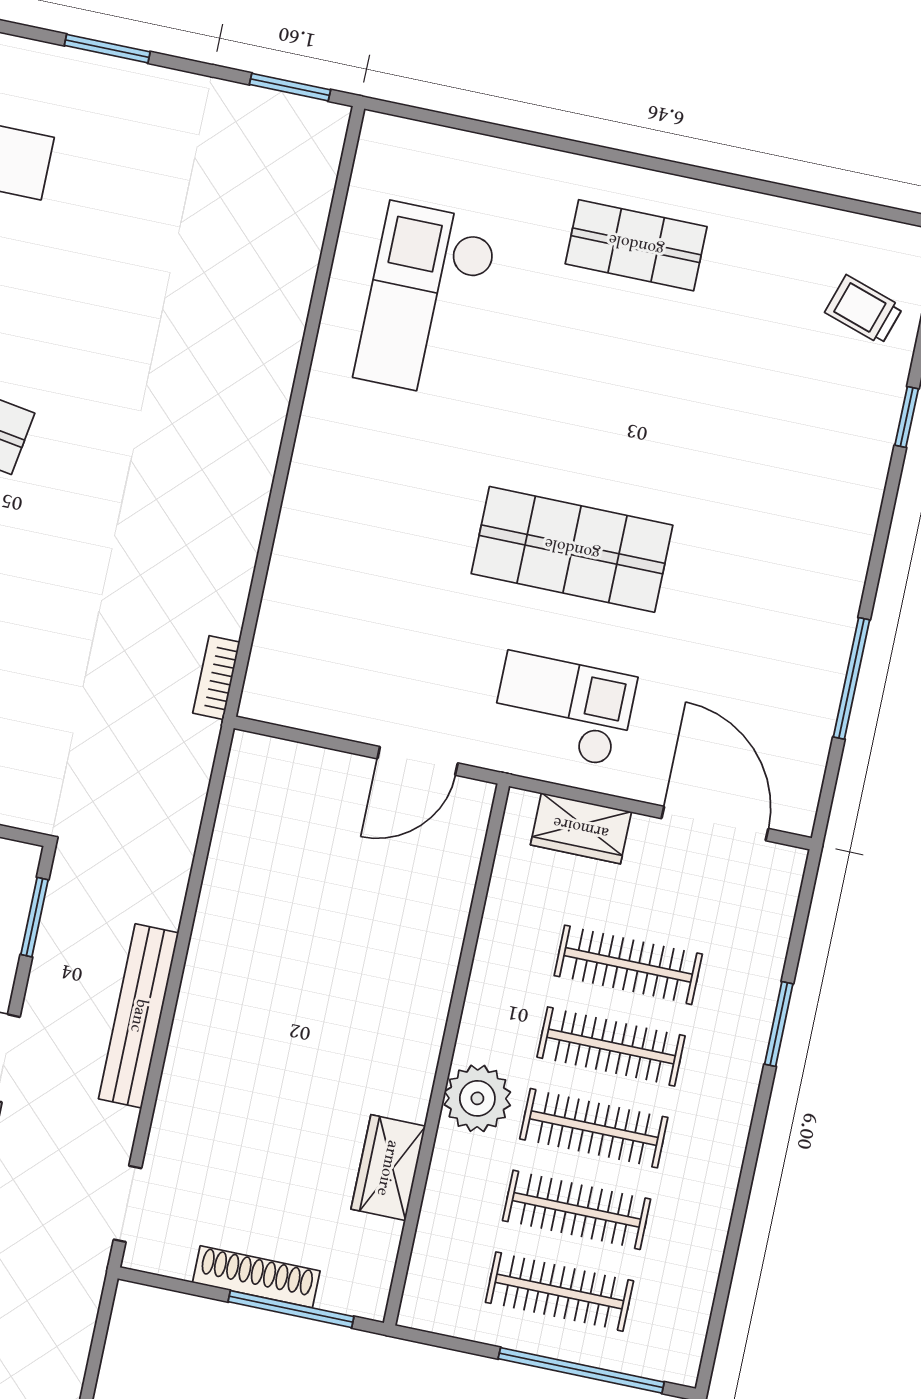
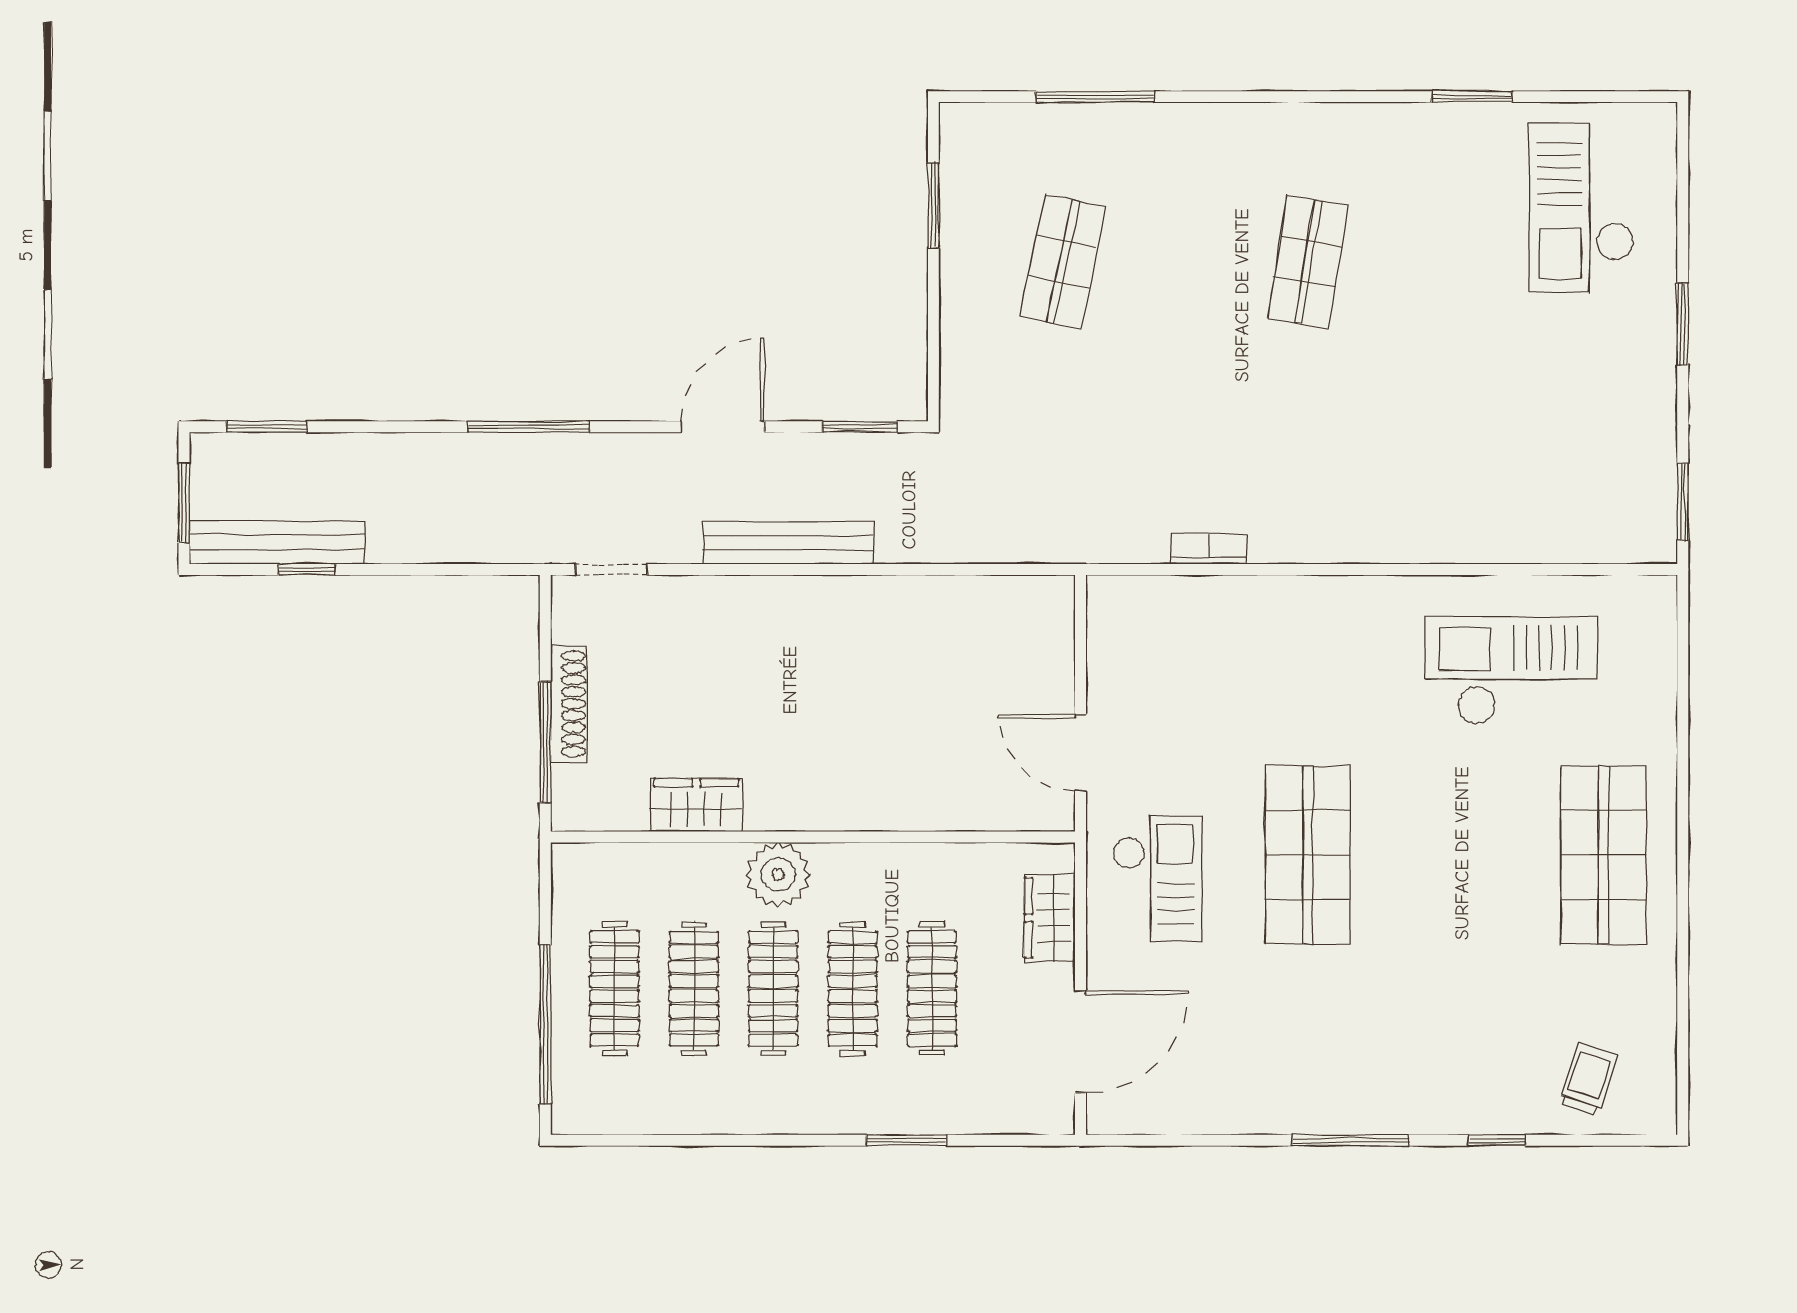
shop shelf: (636, 245) -> (1603, 855), width x1.43, depth x1.36
bookcase: (216, 678) -> (1209, 549), moved
window: (852, 678) -> (1351, 1140), moved

